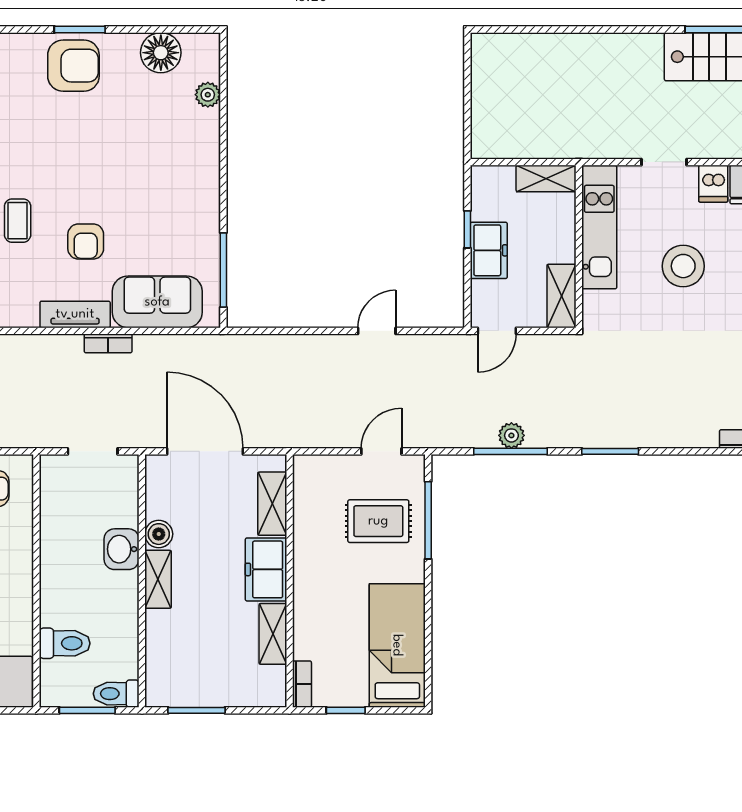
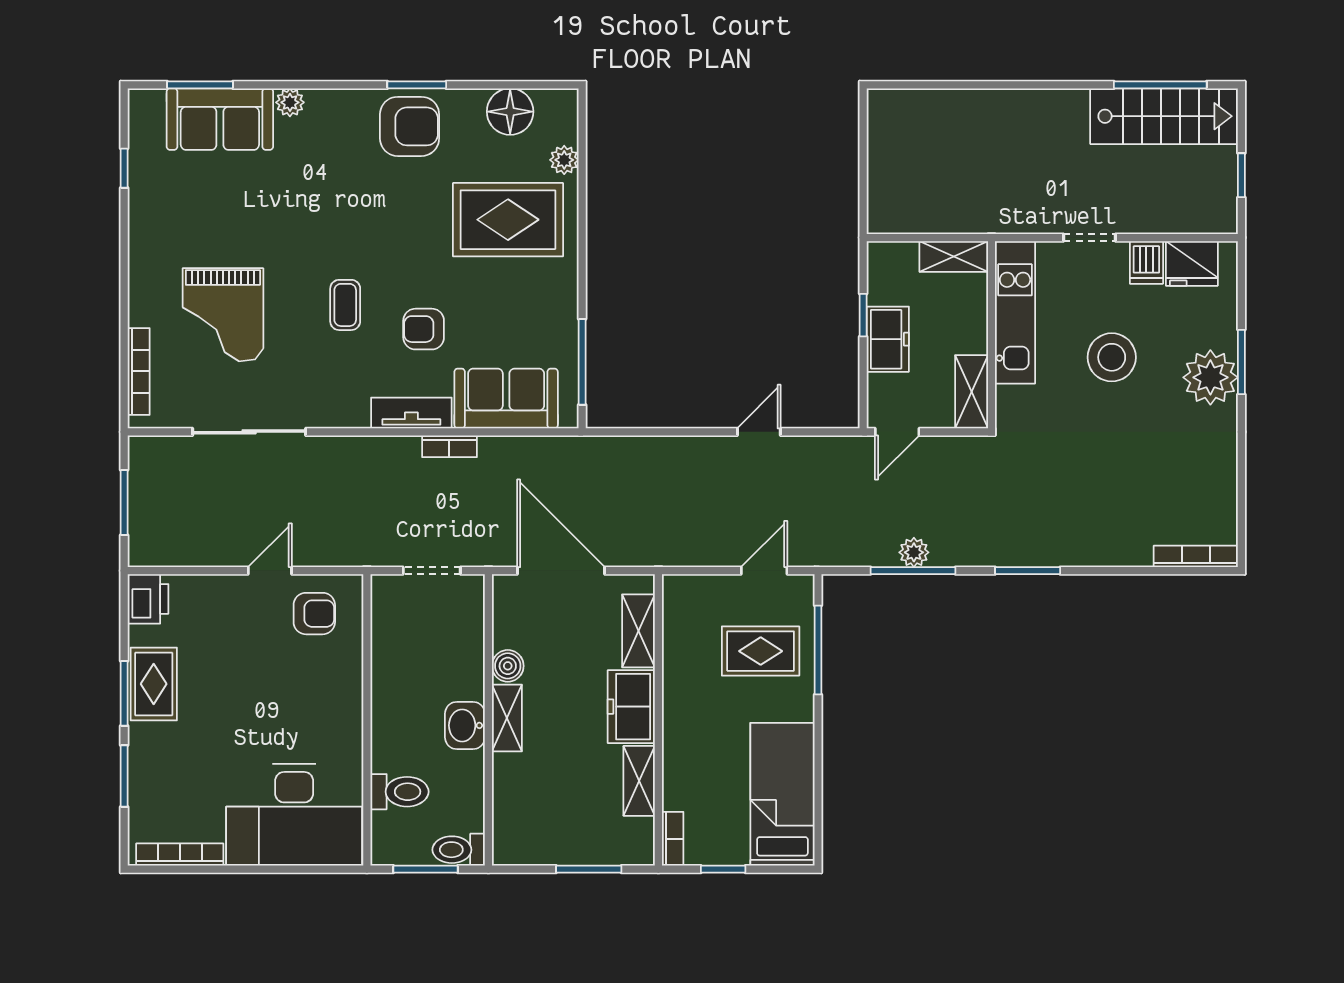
rug: (159, 147) -> (508, 220), added
armchair: (86, 242) -> (424, 329), turned 90
washbasin: (122, 549) -> (465, 725), moved
window: (196, 710) -> (589, 869), moved

